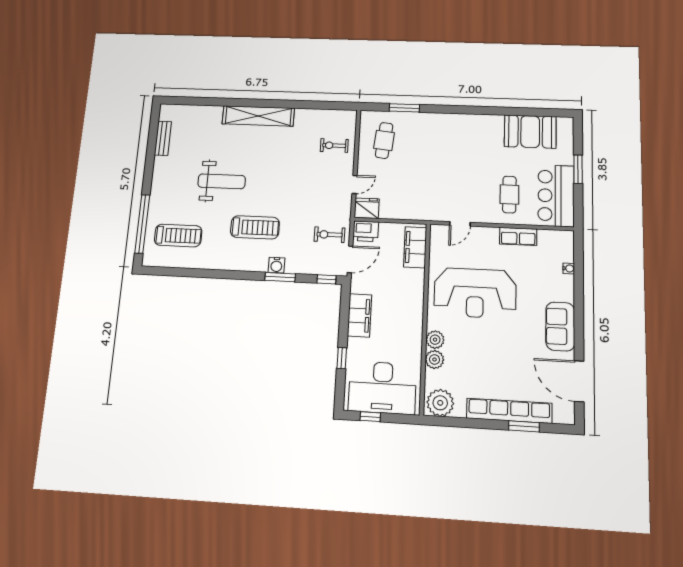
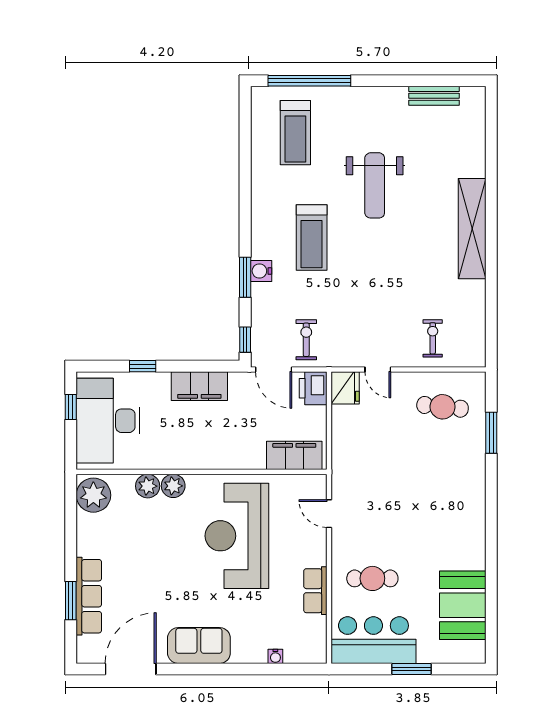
row of seats: (509, 411) -> (89, 596), width x0.73

